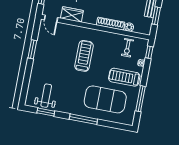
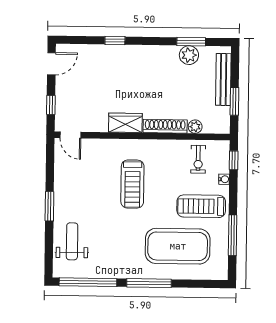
wardrobe: (72, 14) -> (125, 123), moved
window: (32, 49) -> (49, 206), moved
treadmill: (84, 56) -> (132, 184), turned 180
weight bench: (46, 96) -> (72, 241), moved
window: (46, 112) -> (88, 282), width x2.11

